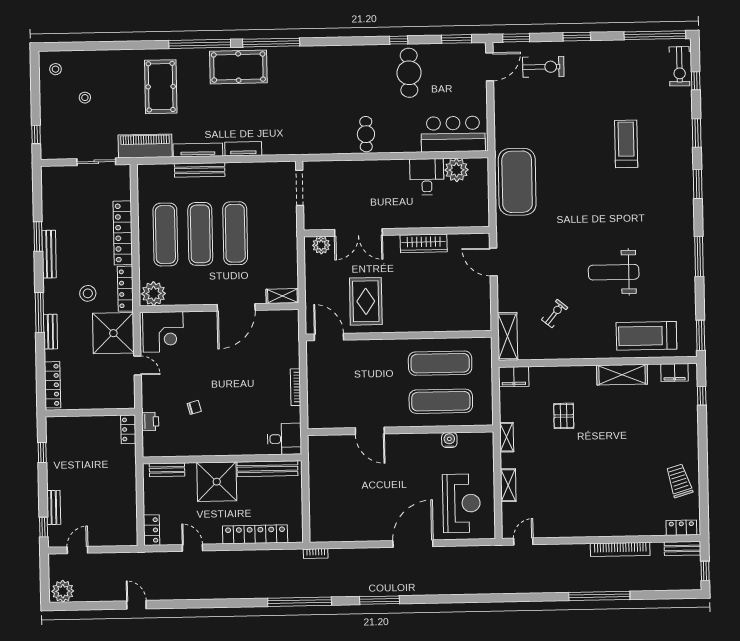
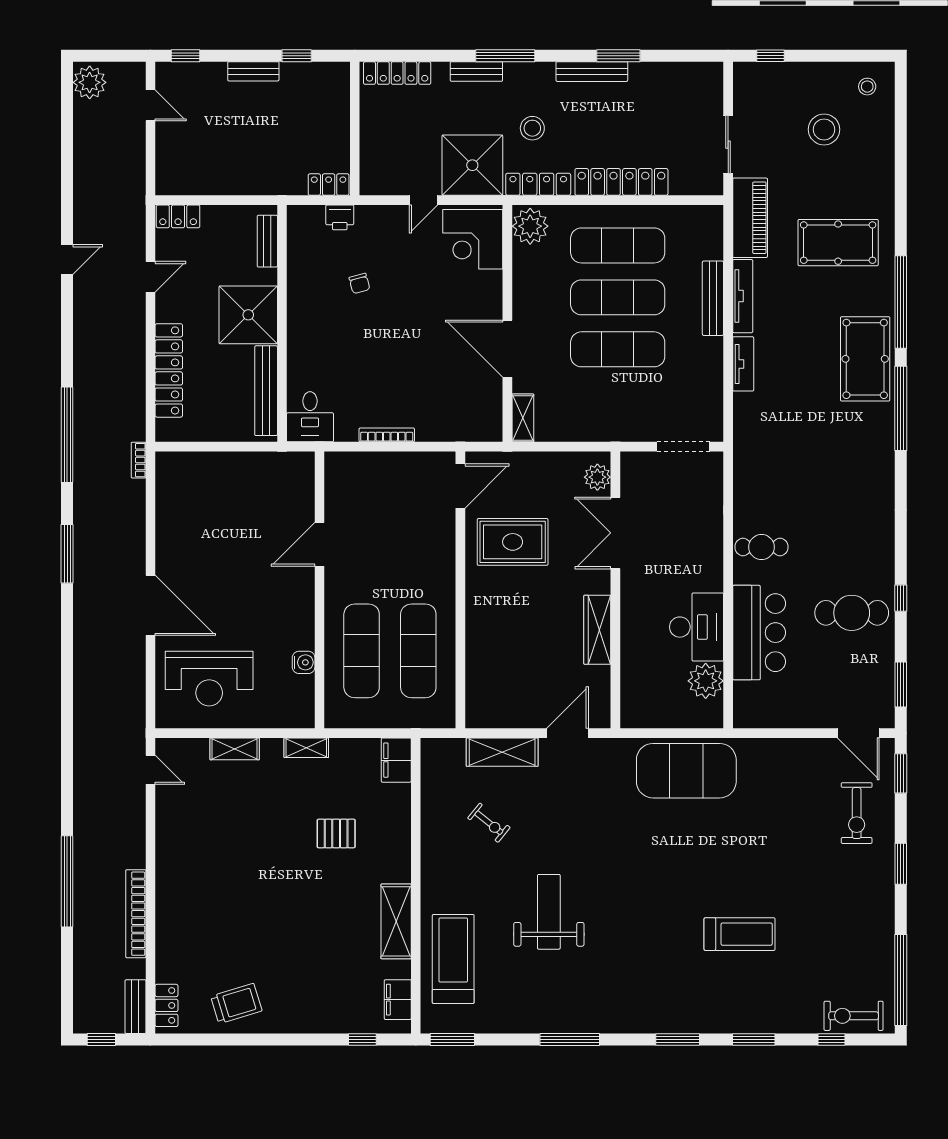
stool: (85, 98) -> (824, 129), width x1.89, depth x1.89
bar counter: (453, 134) -> (759, 633), moved
desk: (427, 177) -> (697, 627), width x1.37
shelving: (508, 336) -> (502, 752), moved
bench: (54, 507) -> (253, 71), moved
door: (136, 605) -> (67, 260), moved

